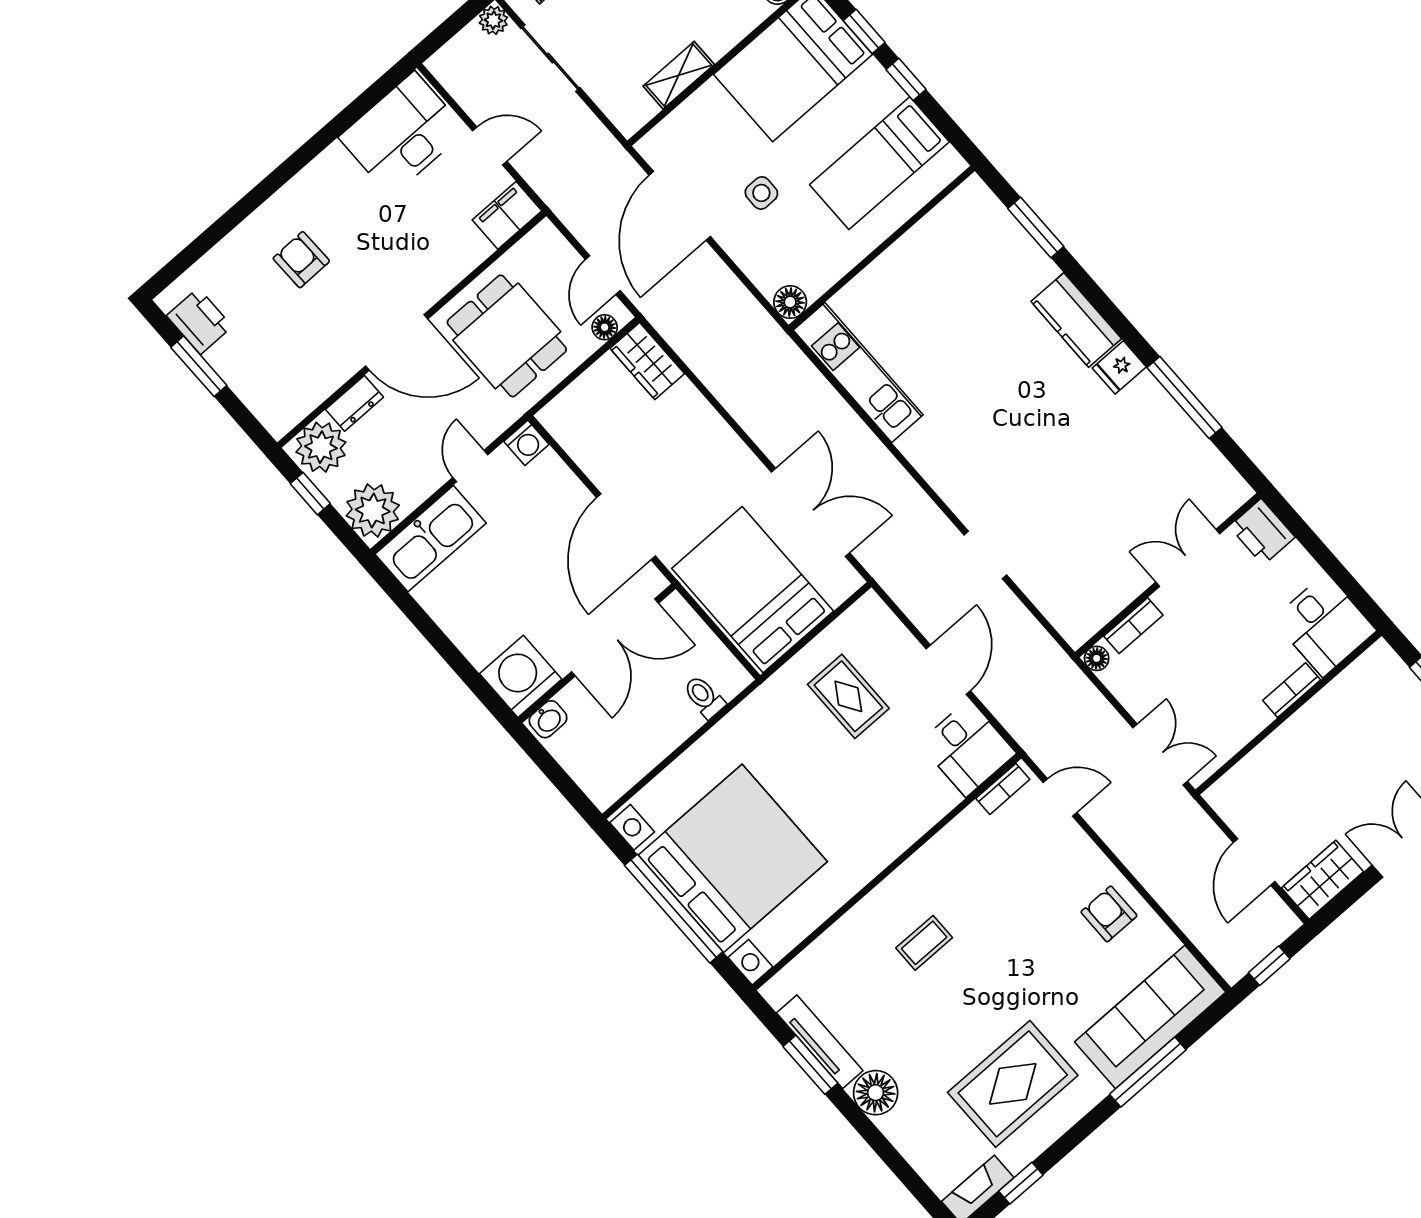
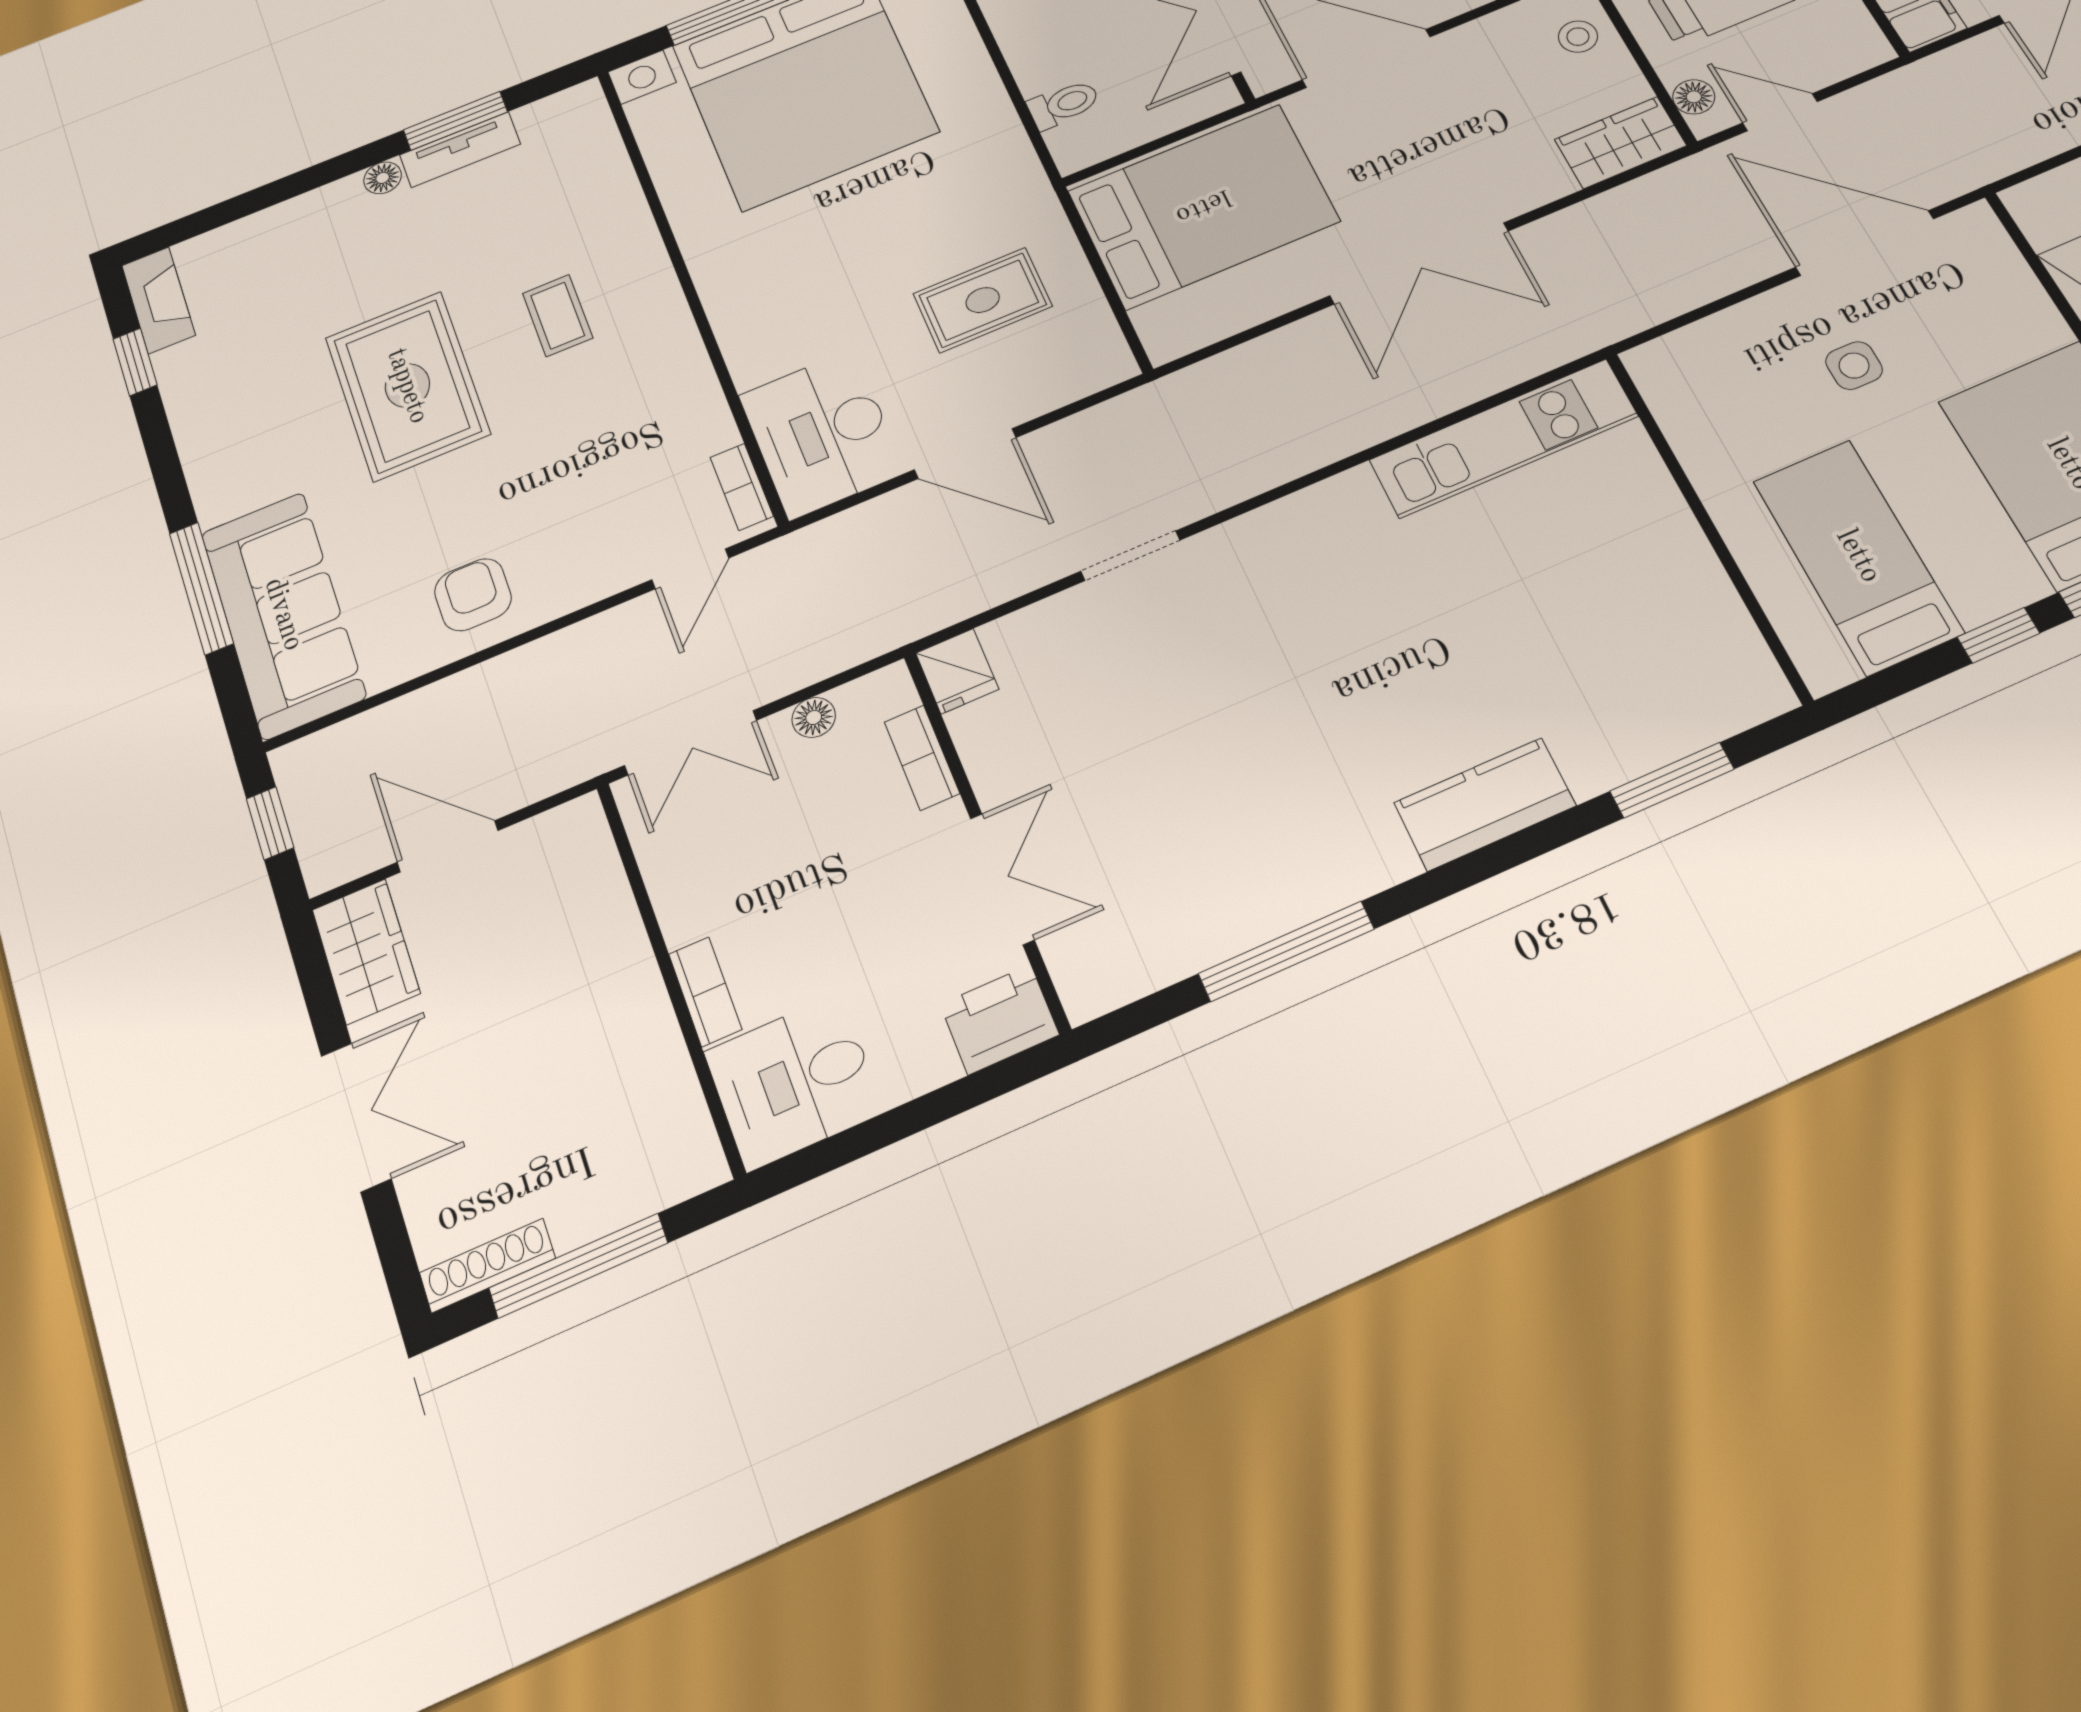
floor lamp: (790, 302) -> (1655, 365), removed
fridge: (1119, 367) -> (957, 671), moved, turned 180
stool: (579, 406) -> (1578, 37), added
double door: (811, 512) -> (1419, 263), moved
floor lamp: (1097, 658) -> (814, 717), moved
desk: (967, 748) -> (822, 434), width x1.37
armchair: (1109, 914) -> (473, 595), turned -90
tv unit: (820, 1042) -> (460, 150), width x0.71
rug: (1013, 1084) -> (407, 386), moved
floor lamp: (876, 1093) -> (383, 178), width x0.53, depth x0.53

